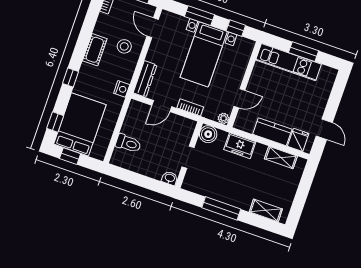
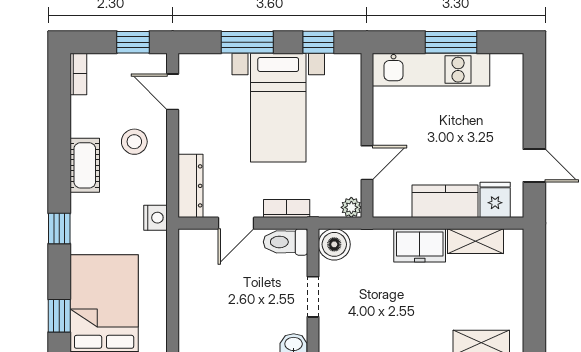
toilet: (128, 143) -> (286, 242), moved, turned 180
freezer: (240, 146) -> (420, 245), moved

